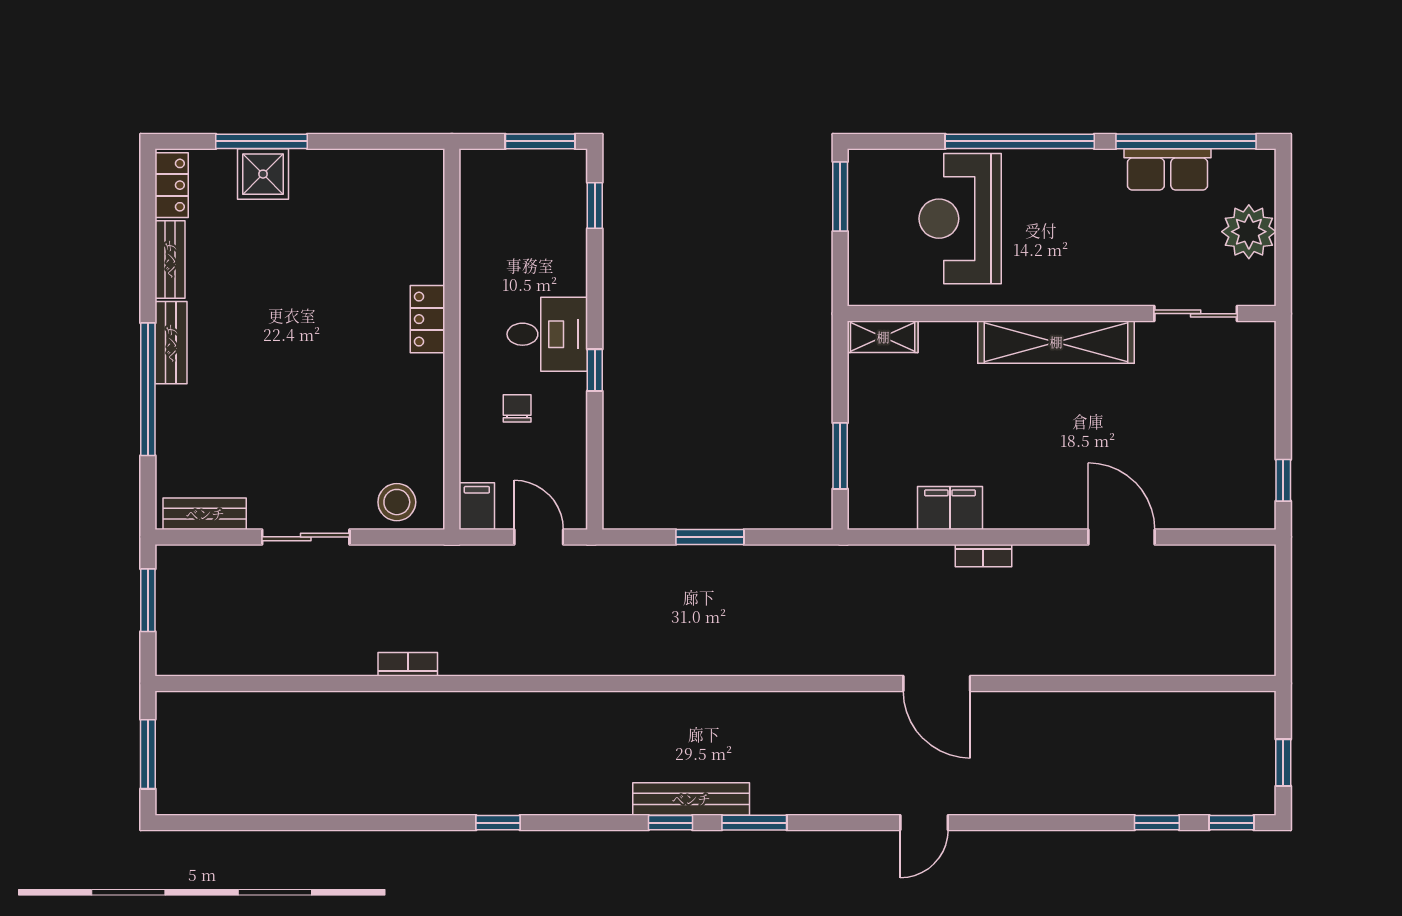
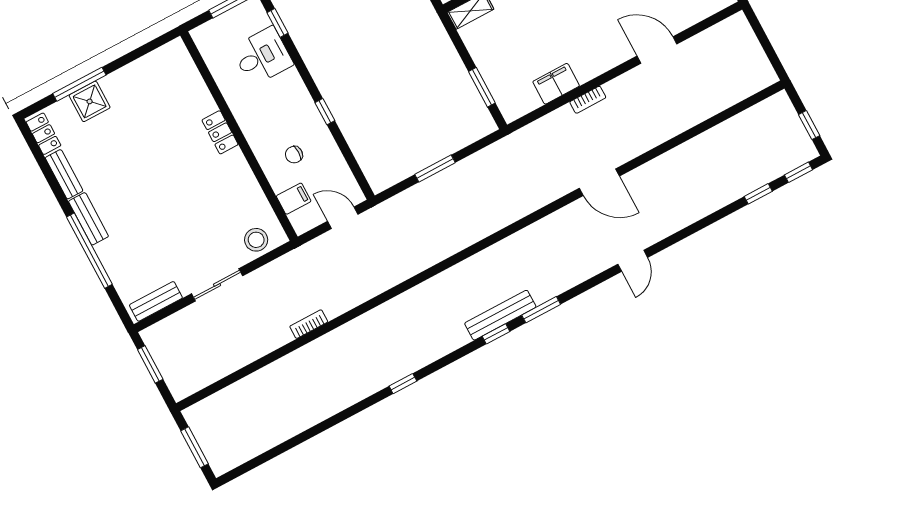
desk: (547, 334) -> (262, 56), moved
chair: (517, 408) -> (294, 155), turned -90
filing cabinet: (477, 506) -> (294, 199), moved, turned 90

